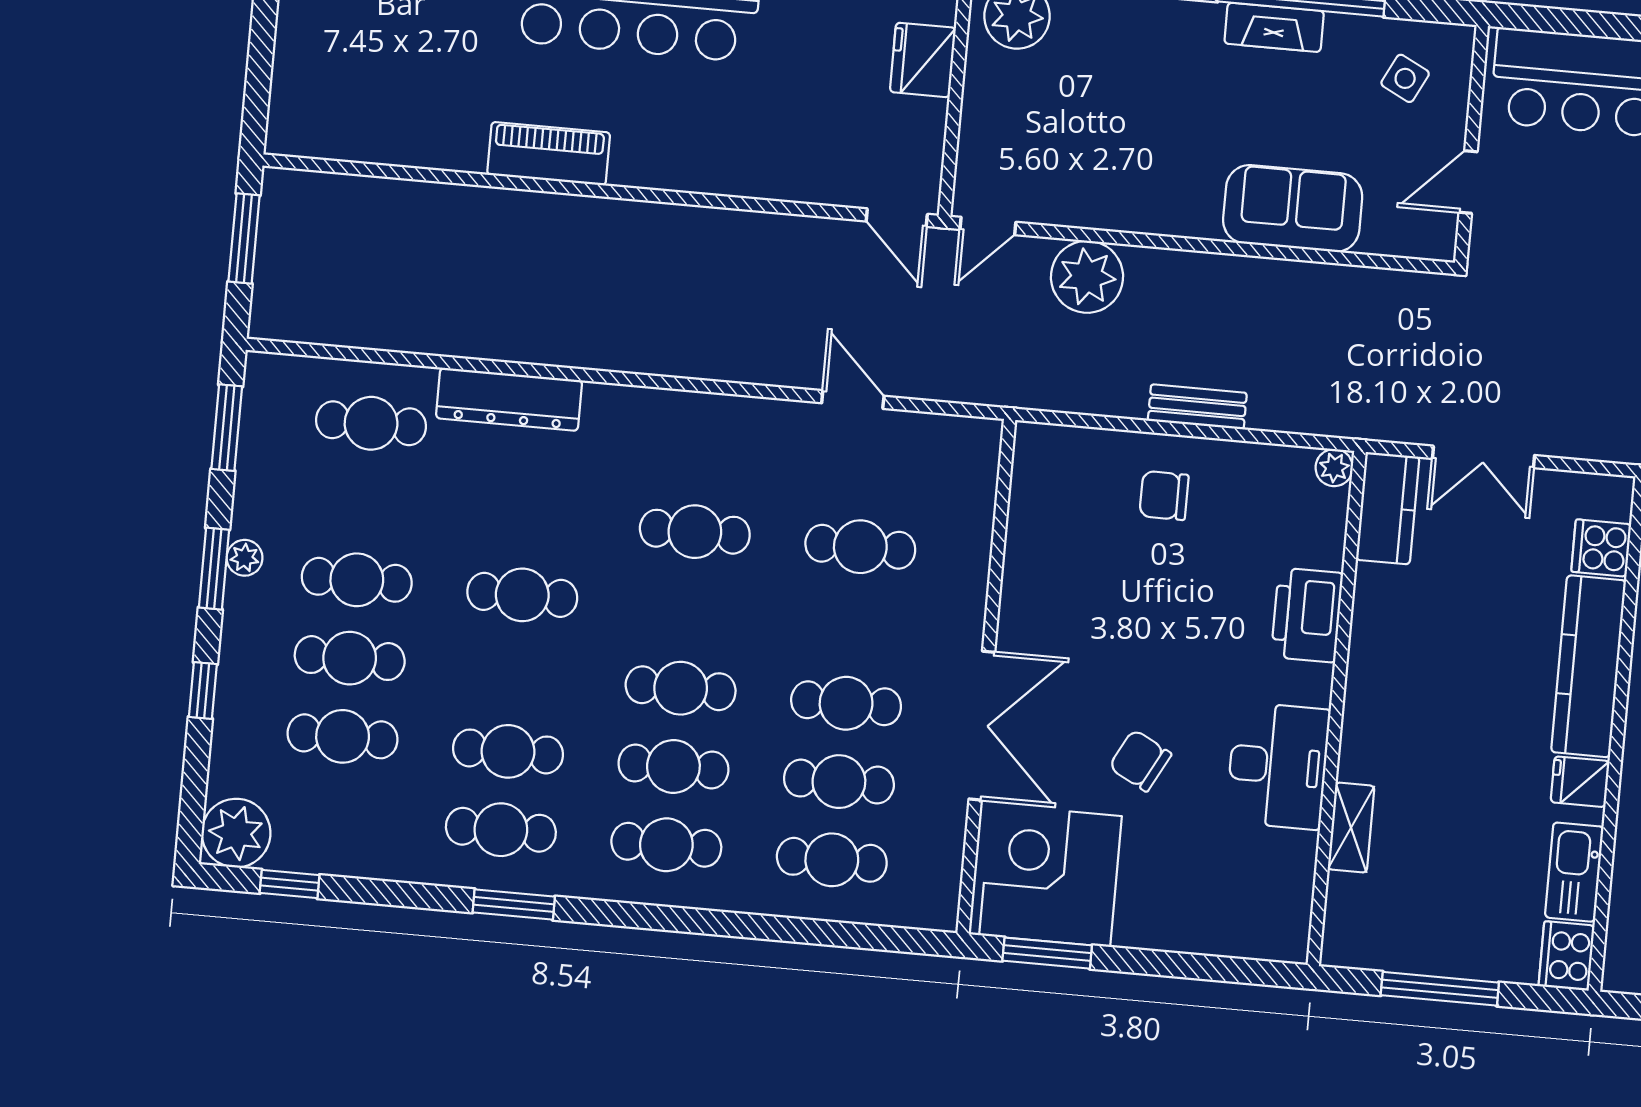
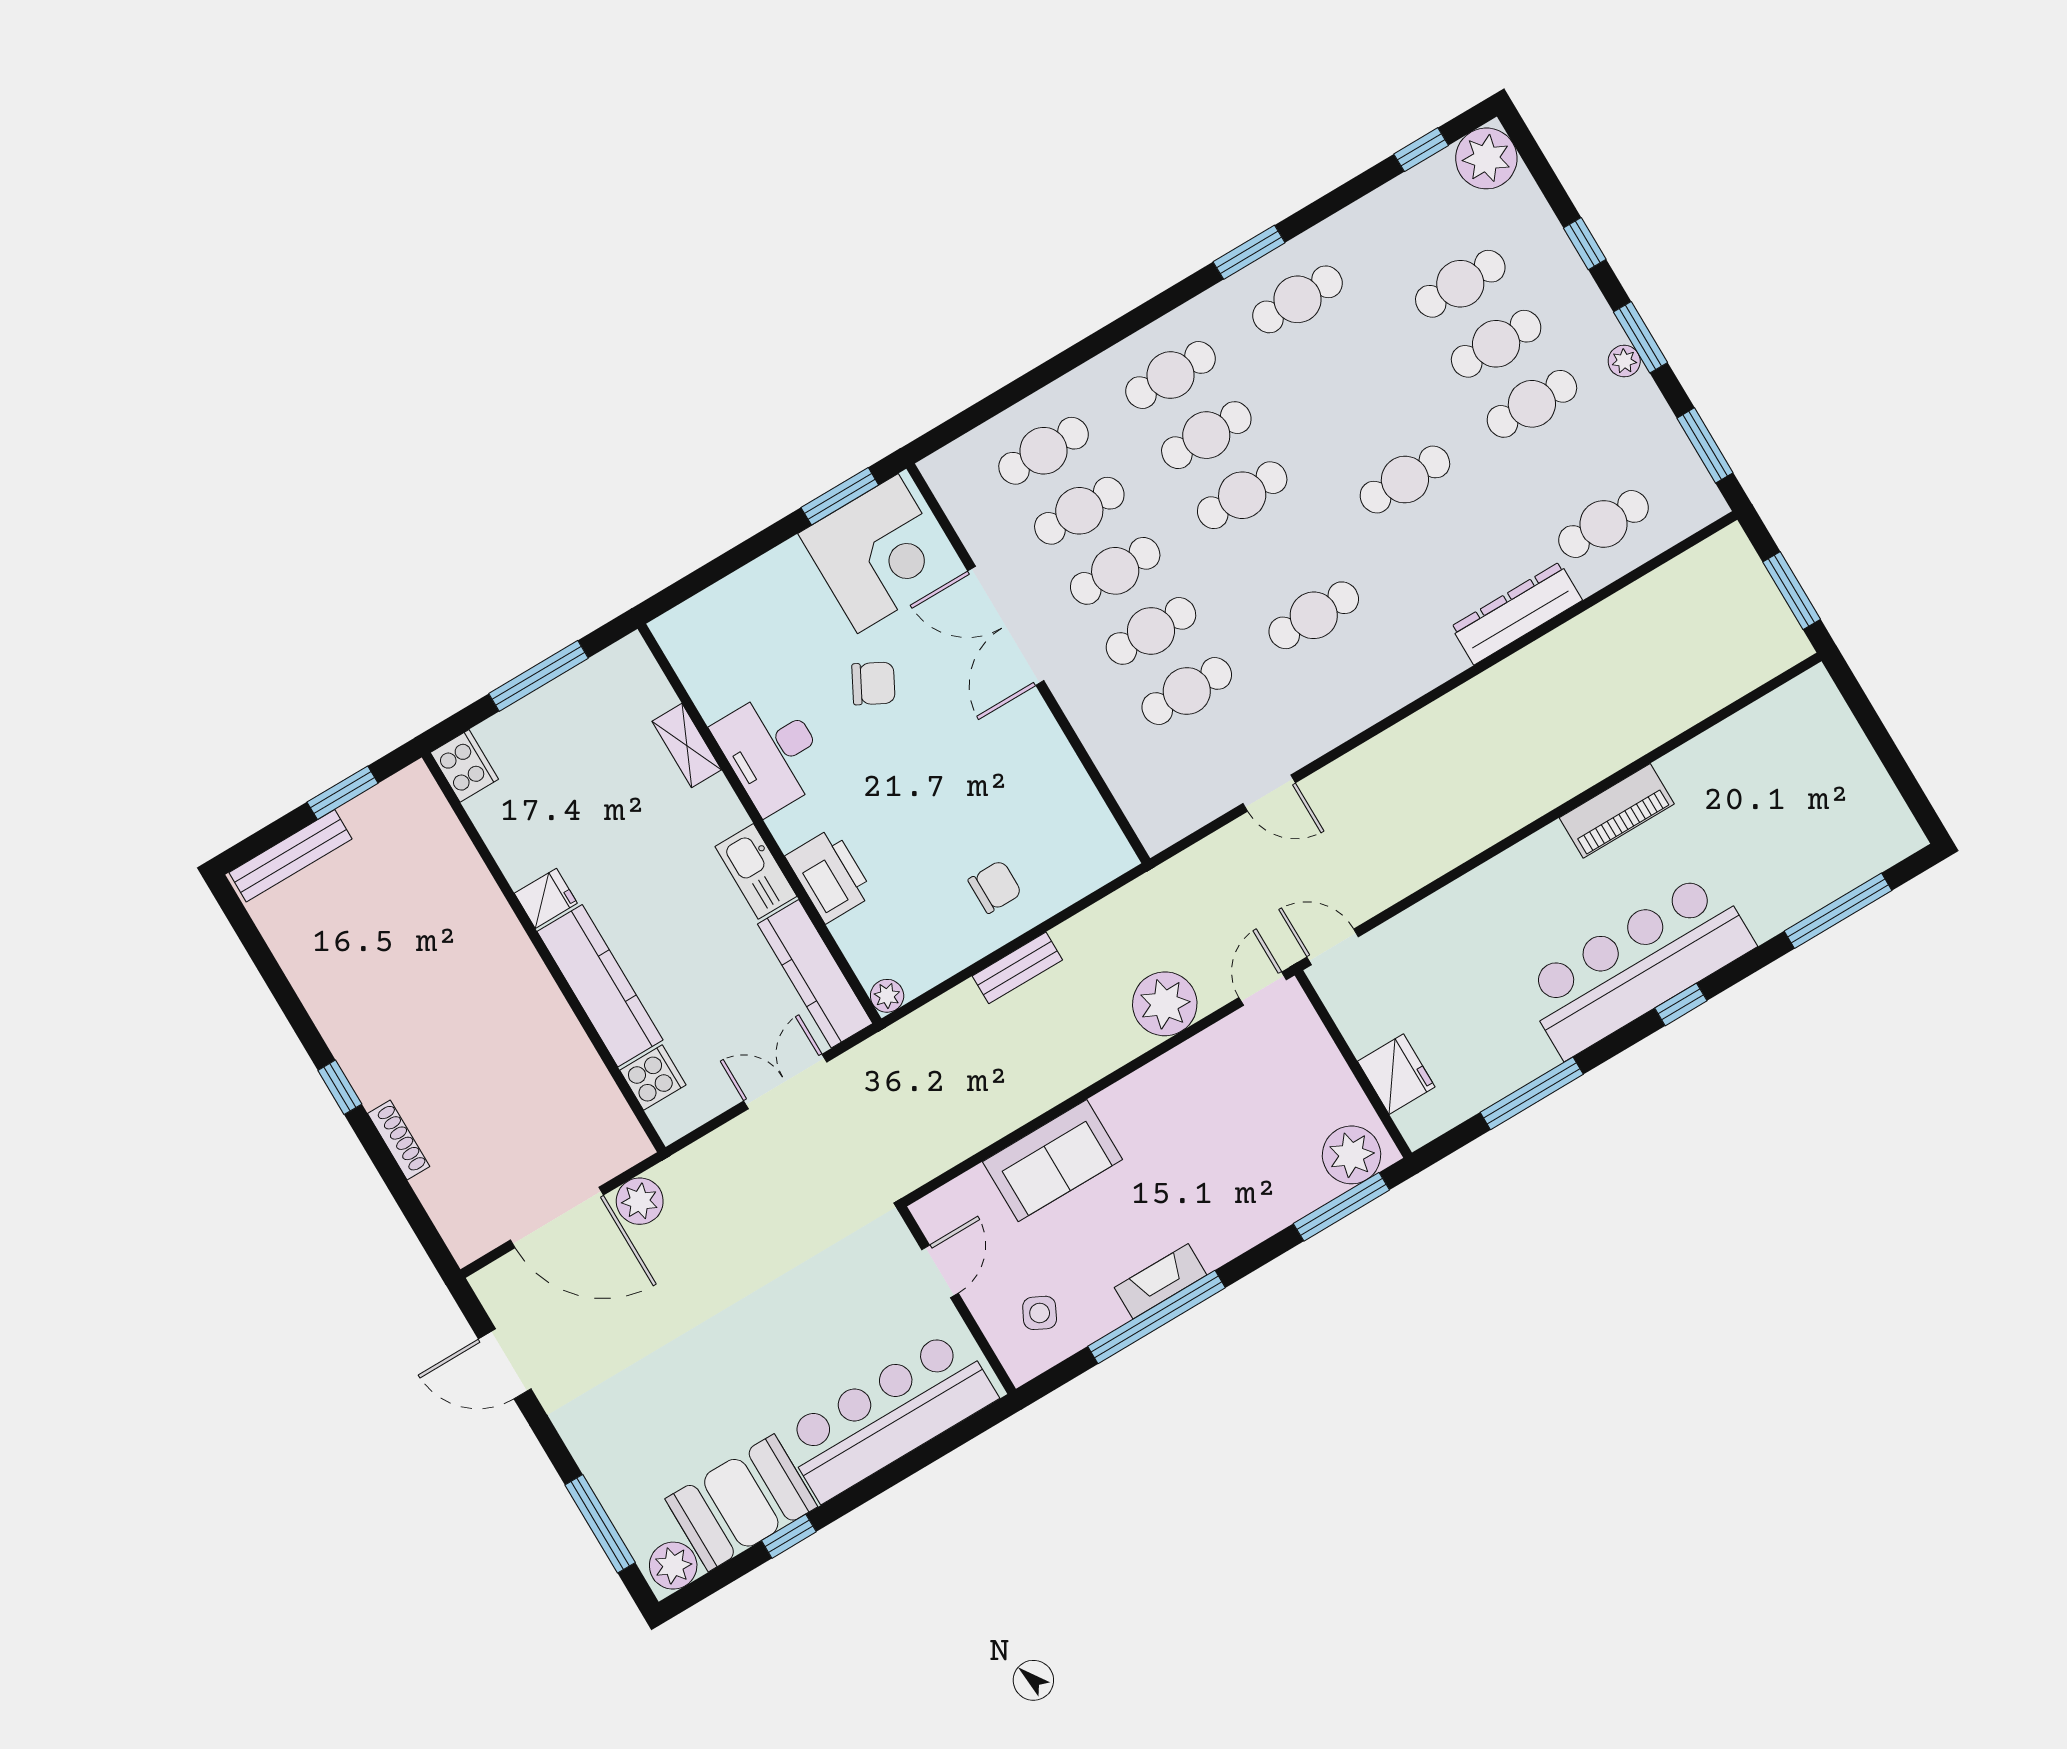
kitchen counter: (1388, 508) -> (815, 974), width x1.50
cafe table: (508, 751) -> (1151, 631), moved
kitchen sink: (1574, 872) -> (756, 871), moved, turned 180

